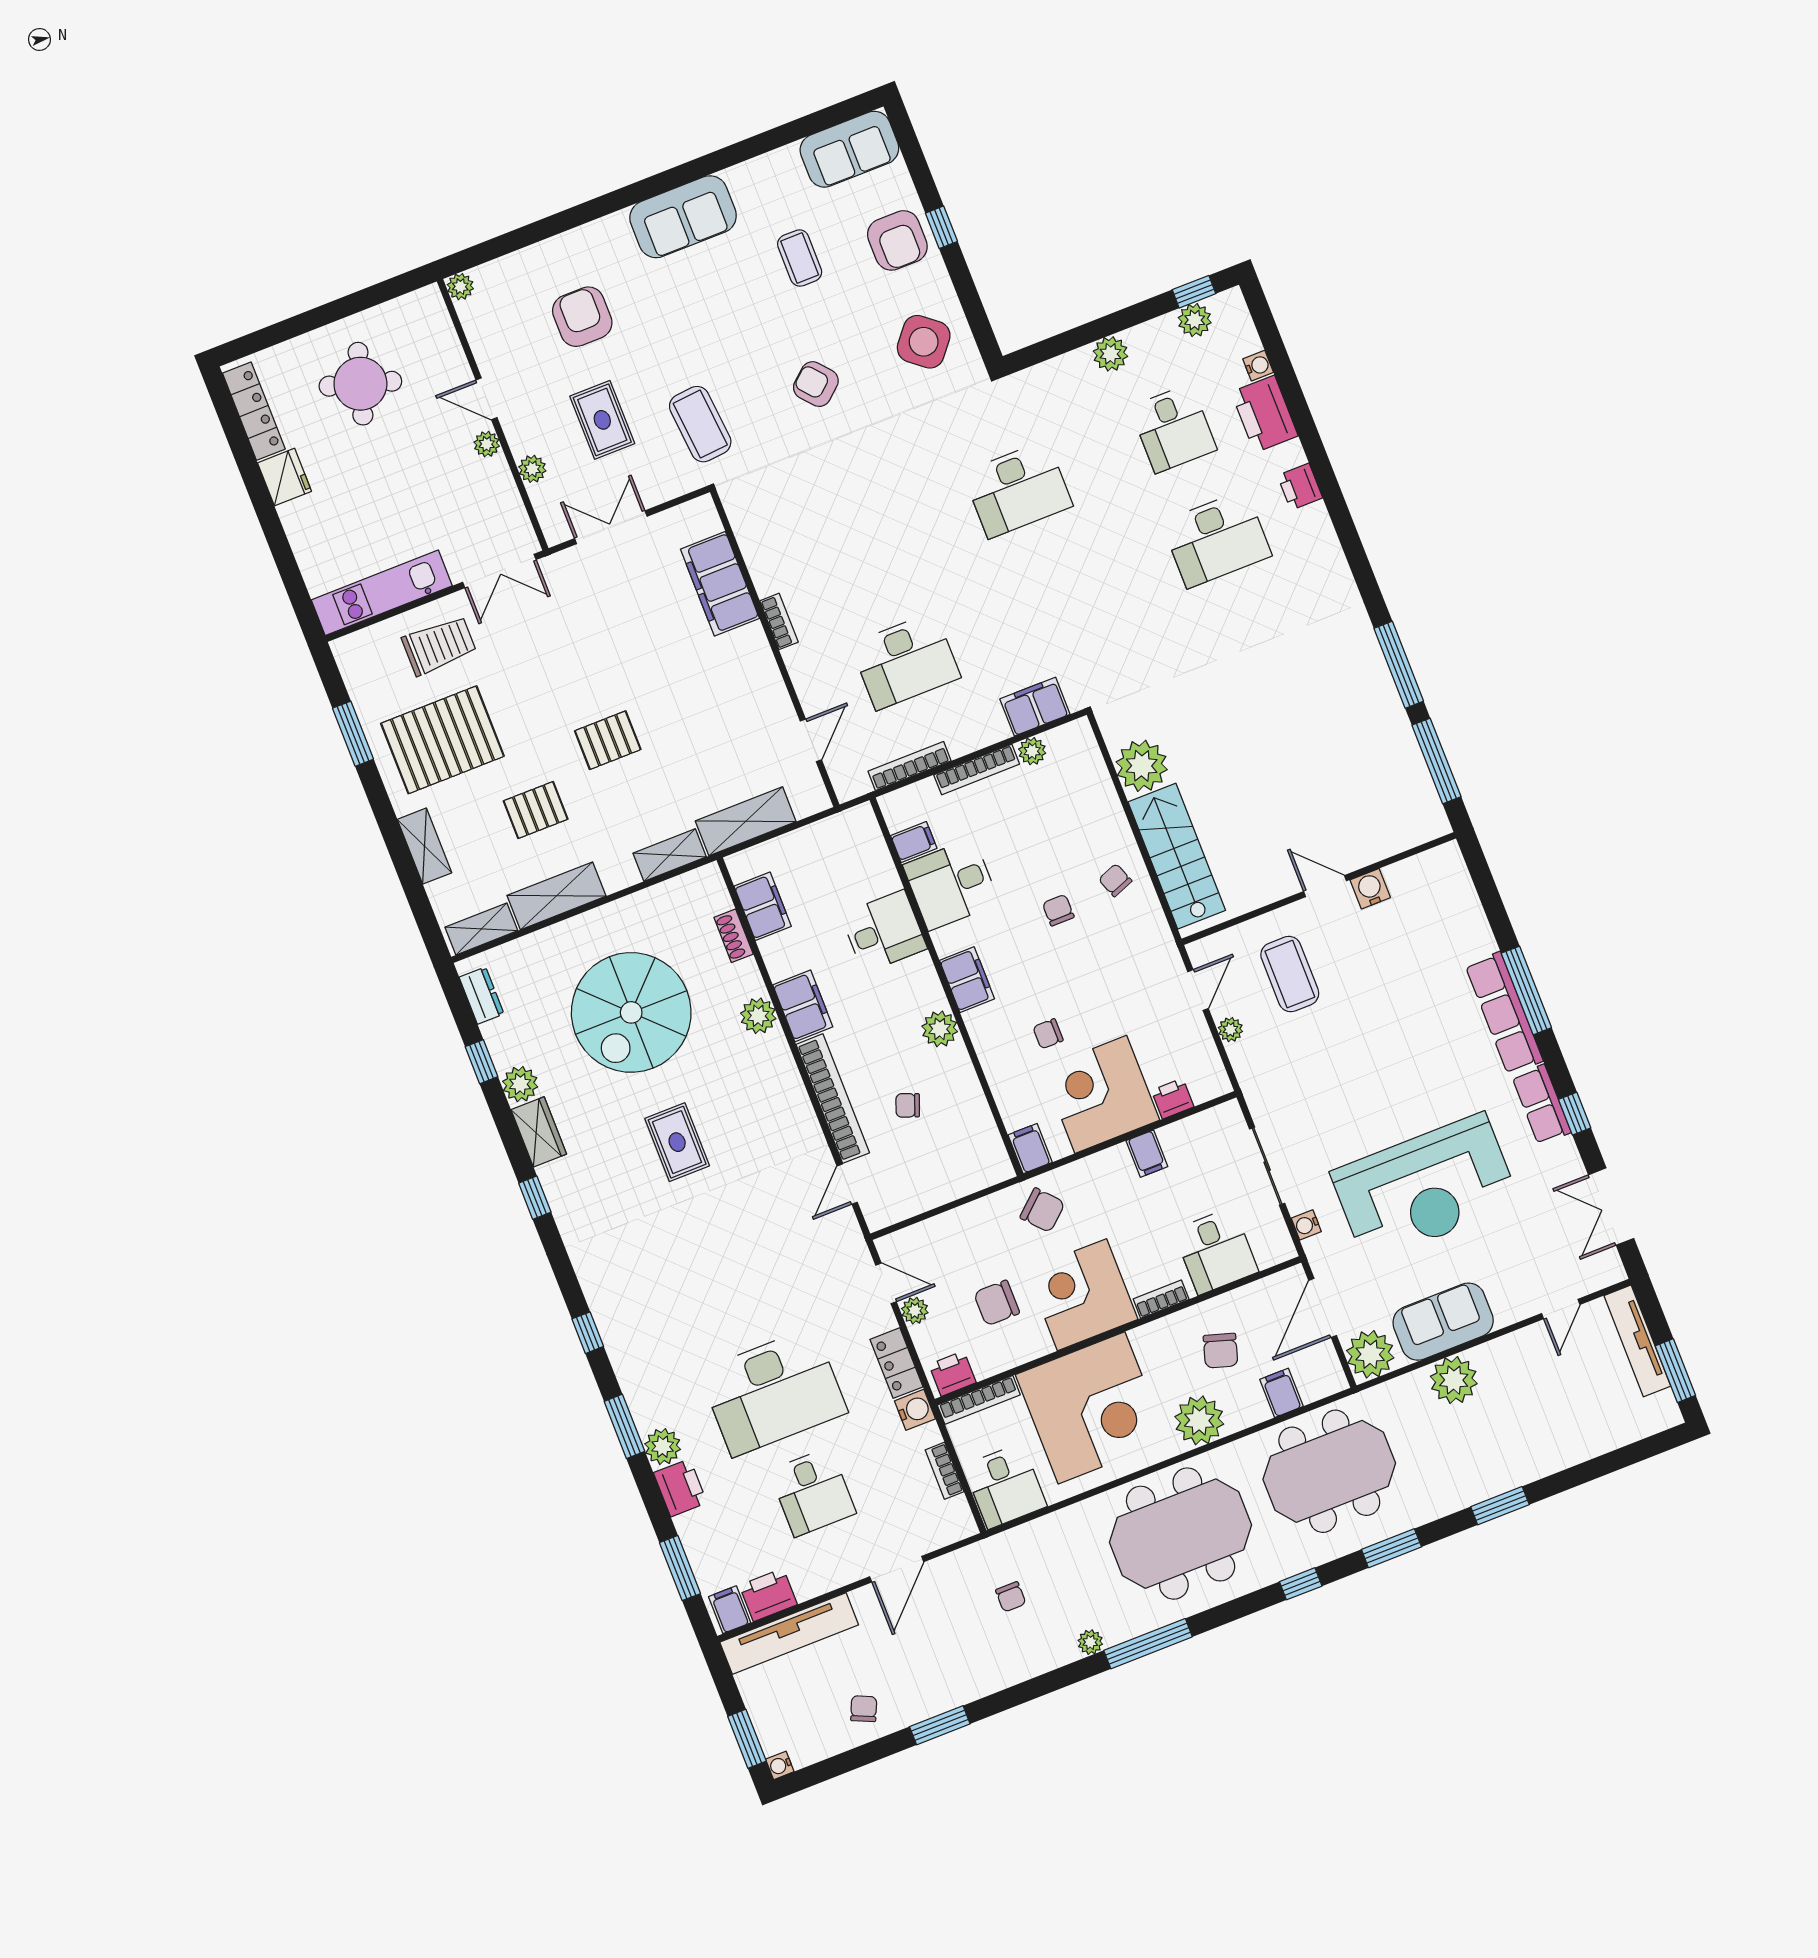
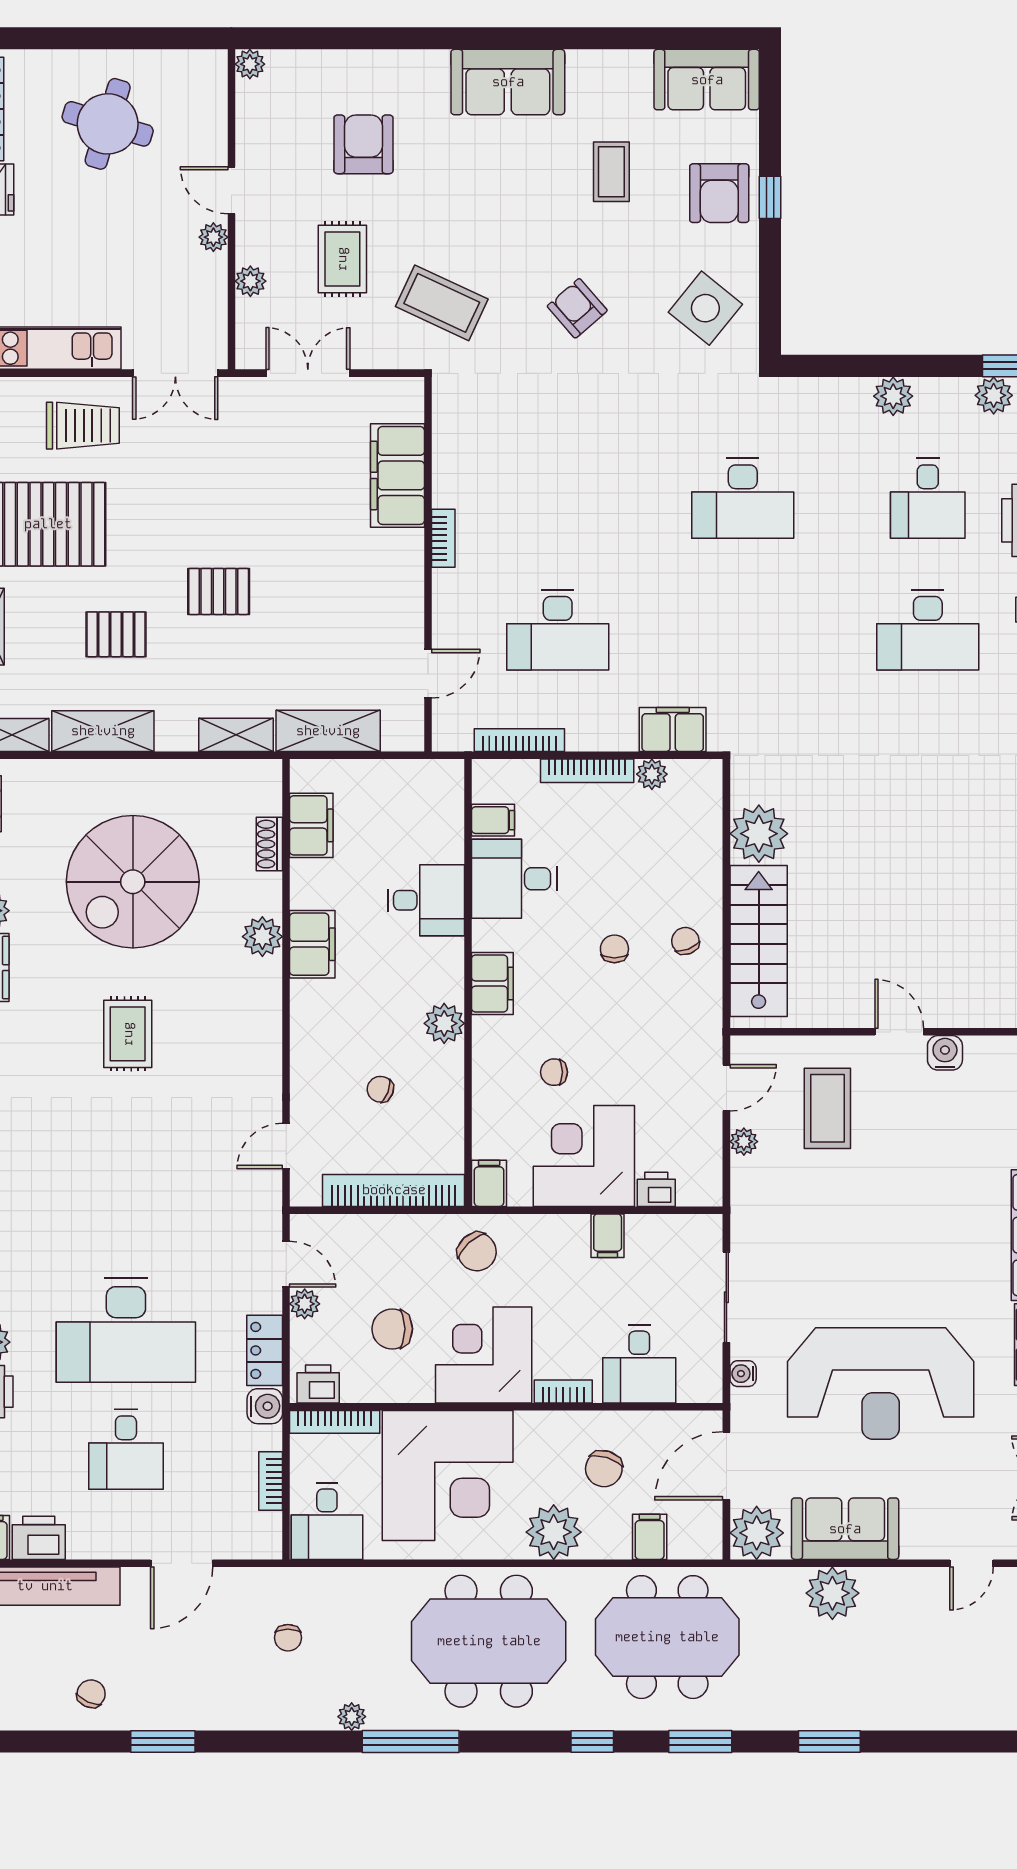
coffee table: (700, 424) -> (442, 303), turned -60
bookcase: (833, 1099) -> (394, 1190), moved, turned -90

